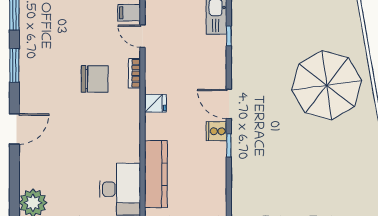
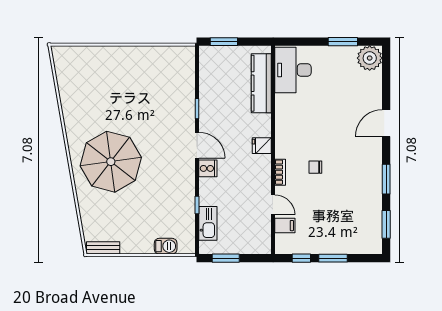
chair: (95, 79) -> (315, 167), width x0.54, depth x0.54
cooker: (216, 131) -> (208, 168), moved

